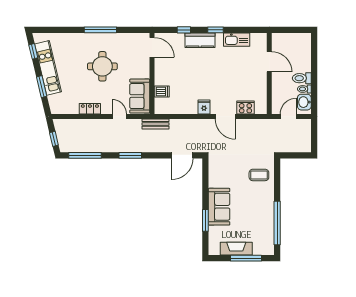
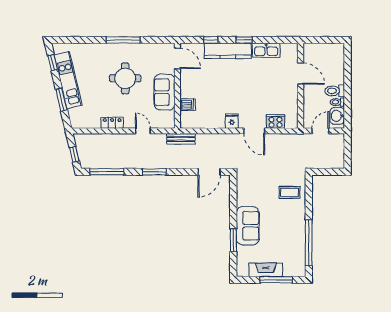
kitchen counter: (200, 40) -> (228, 51), width x1.50
sofa: (140, 96) -> (165, 92), moved

